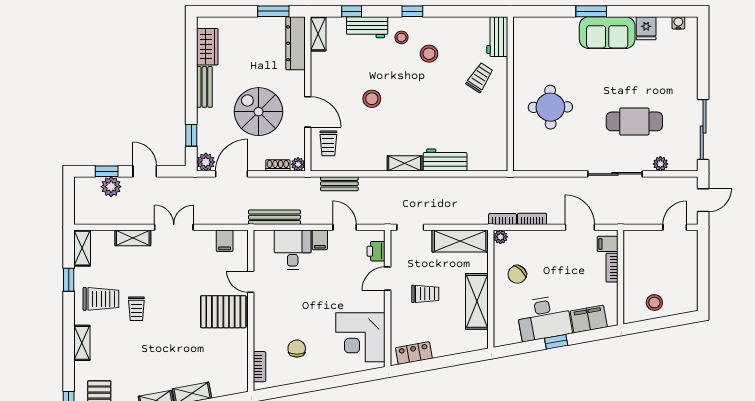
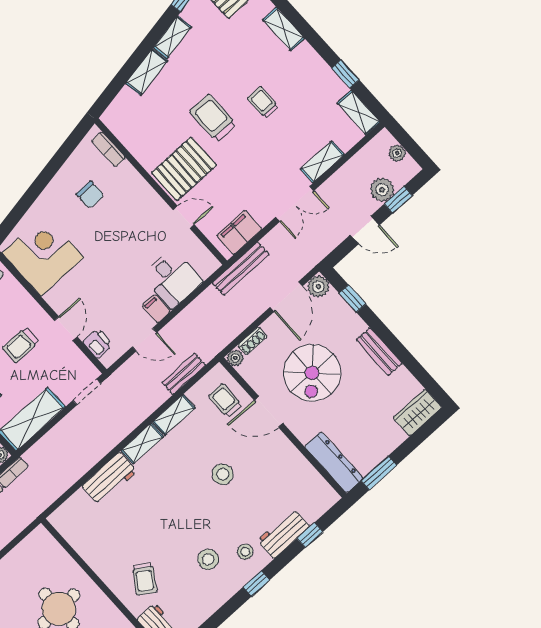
shelving: (318, 34) -> (174, 415), moved, turned 90
wardrobe: (207, 47) -> (417, 412), moved, turned 90
spiral stairs: (259, 112) -> (312, 373), turned 90
plant: (81, 201) -> (397, 153), added
bench: (274, 217) -> (241, 269), moved
filing cabinet: (225, 241) -> (239, 232), width x2.00
trolley: (101, 299) -> (213, 118), moved, turned 90

